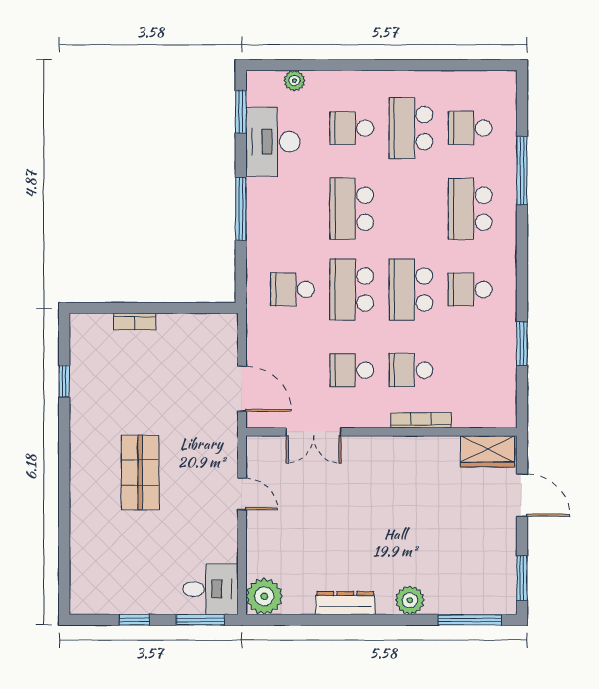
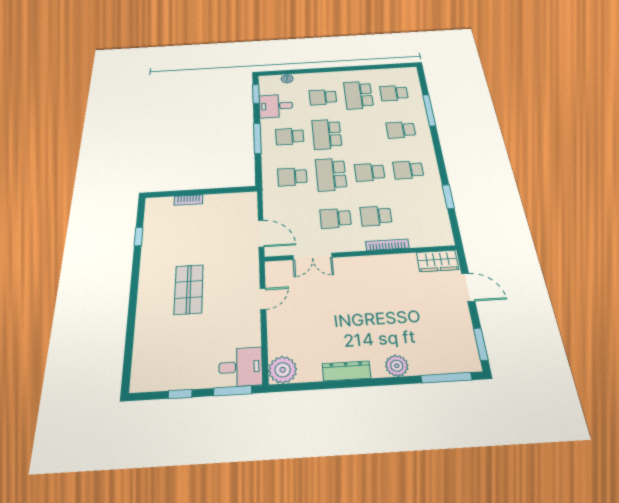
desk: (273, 142) -> (276, 106), width x0.73
school desk: (292, 209) -> (290, 136), added
school desk: (470, 209) -> (401, 130), width x0.54
school desk: (411, 289) -> (370, 172), width x0.54
door: (242, 494) -> (263, 299), hinge flipped

